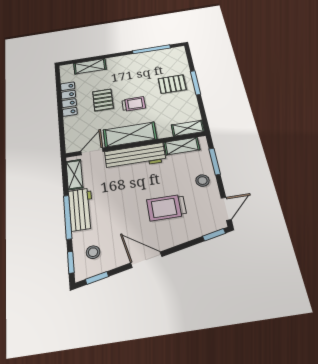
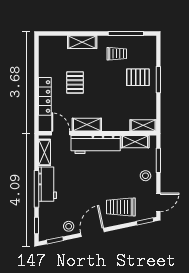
shelving: (90, 66) -> (82, 42), moved
locker: (69, 99) -> (45, 96), moved
trolley: (134, 104) -> (117, 54), moved
shelving: (130, 134) -> (87, 125), width x0.67, depth x0.75
door: (92, 151) -> (61, 133), hinge flipped
trolley: (167, 208) -> (121, 207), moved
stool: (93, 252) -> (69, 226), moved
door: (146, 260) -> (92, 232), hinge flipped

